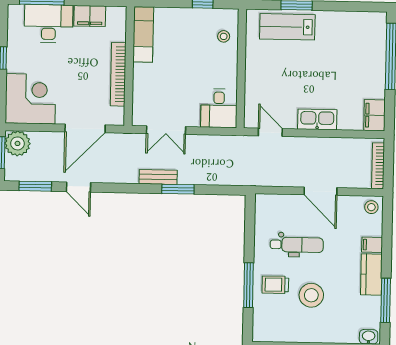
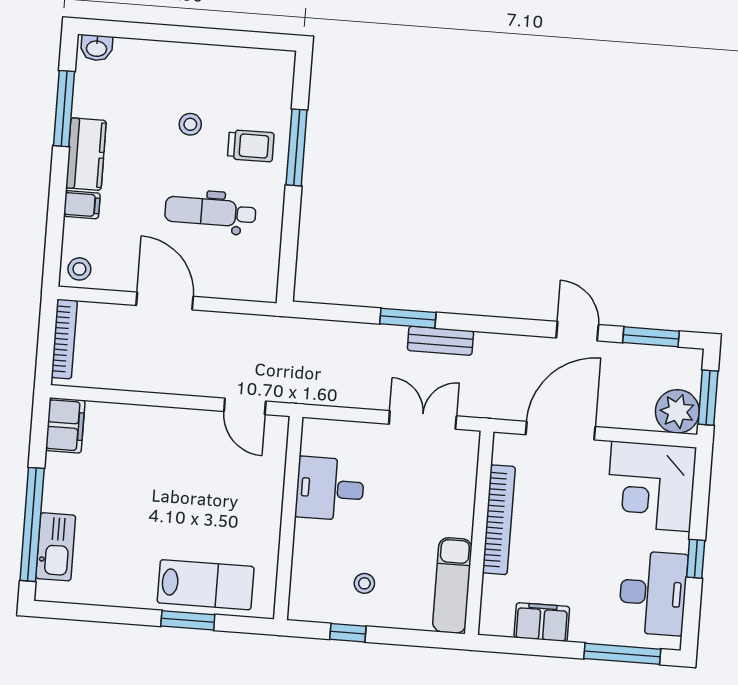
desk: (49, 24) -> (653, 593), moved, turned -90
stool: (224, 36) -> (364, 583), moved
desk: (219, 108) -> (330, 489), moved, turned -90
kitchen sink: (317, 119) -> (56, 547), moved, turned -90
stool: (311, 295) -> (190, 124), width x0.53, depth x0.53

